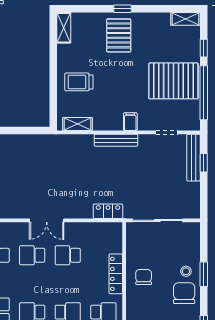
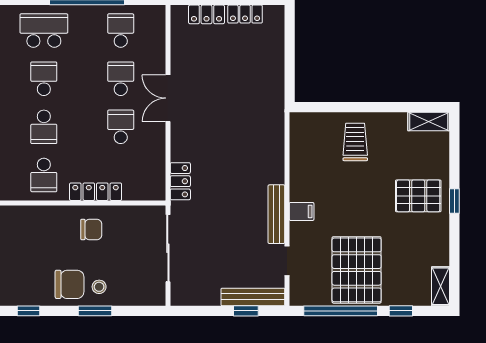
shelving: (77, 124) -> (298, 140), removed
bench: (116, 140) -> (276, 214), moved

